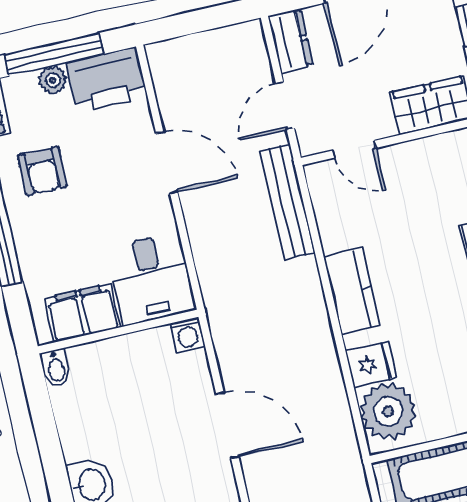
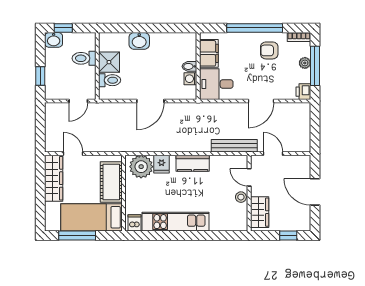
dresser: (291, 41) -> (298, 162), removed
printer: (107, 80) -> (303, 92), width x0.53, depth x0.68
door: (354, 149) -> (249, 177), hinge flipped
stool: (406, 158) -> (241, 197), added
washing machine: (187, 335) -> (190, 79), moved
bidet: (56, 368) -> (189, 66), moved

